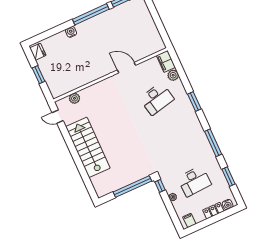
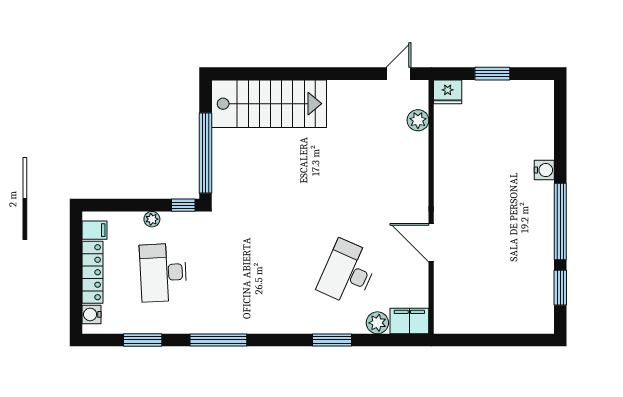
fridge: (38, 52) -> (448, 92), moved
door: (126, 68) -> (431, 243), swing flipped
desk: (157, 99) -> (348, 273), turned 36
window: (194, 102) -> (332, 340), moved
stairs: (88, 147) -> (269, 104), moved
locker: (213, 211) -> (92, 272), width x1.53

